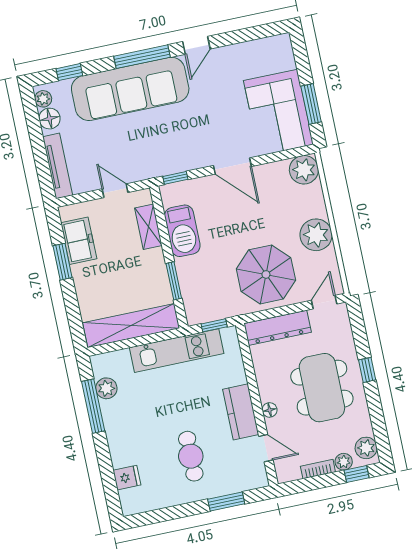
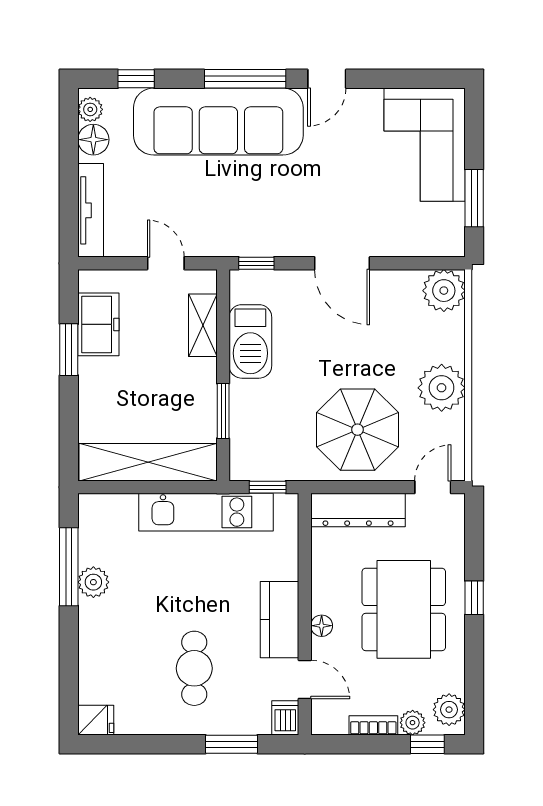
corner sofa: (278, 113) -> (425, 145), moved
plant: (106, 388) -> (93, 582), moved
dishwasher: (258, 476) -> (285, 718), added
fridge: (127, 478) -> (96, 720), moved

